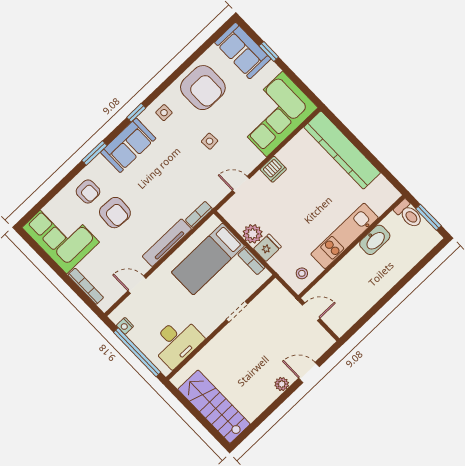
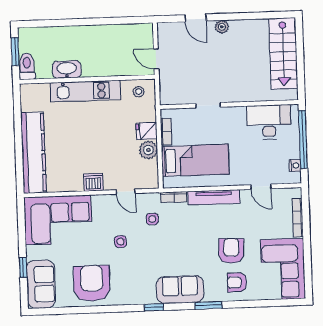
side table: (164, 113) -> (152, 219), moved
armchair: (88, 191) -> (237, 282), turned -90

